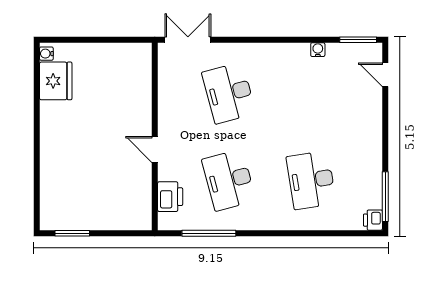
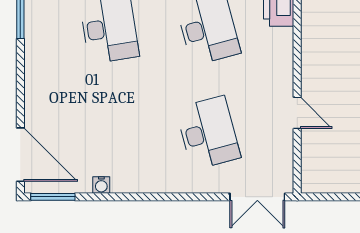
door: (385, 75) -> (20, 155), width x1.88
door: (155, 149) -> (297, 113), moved

